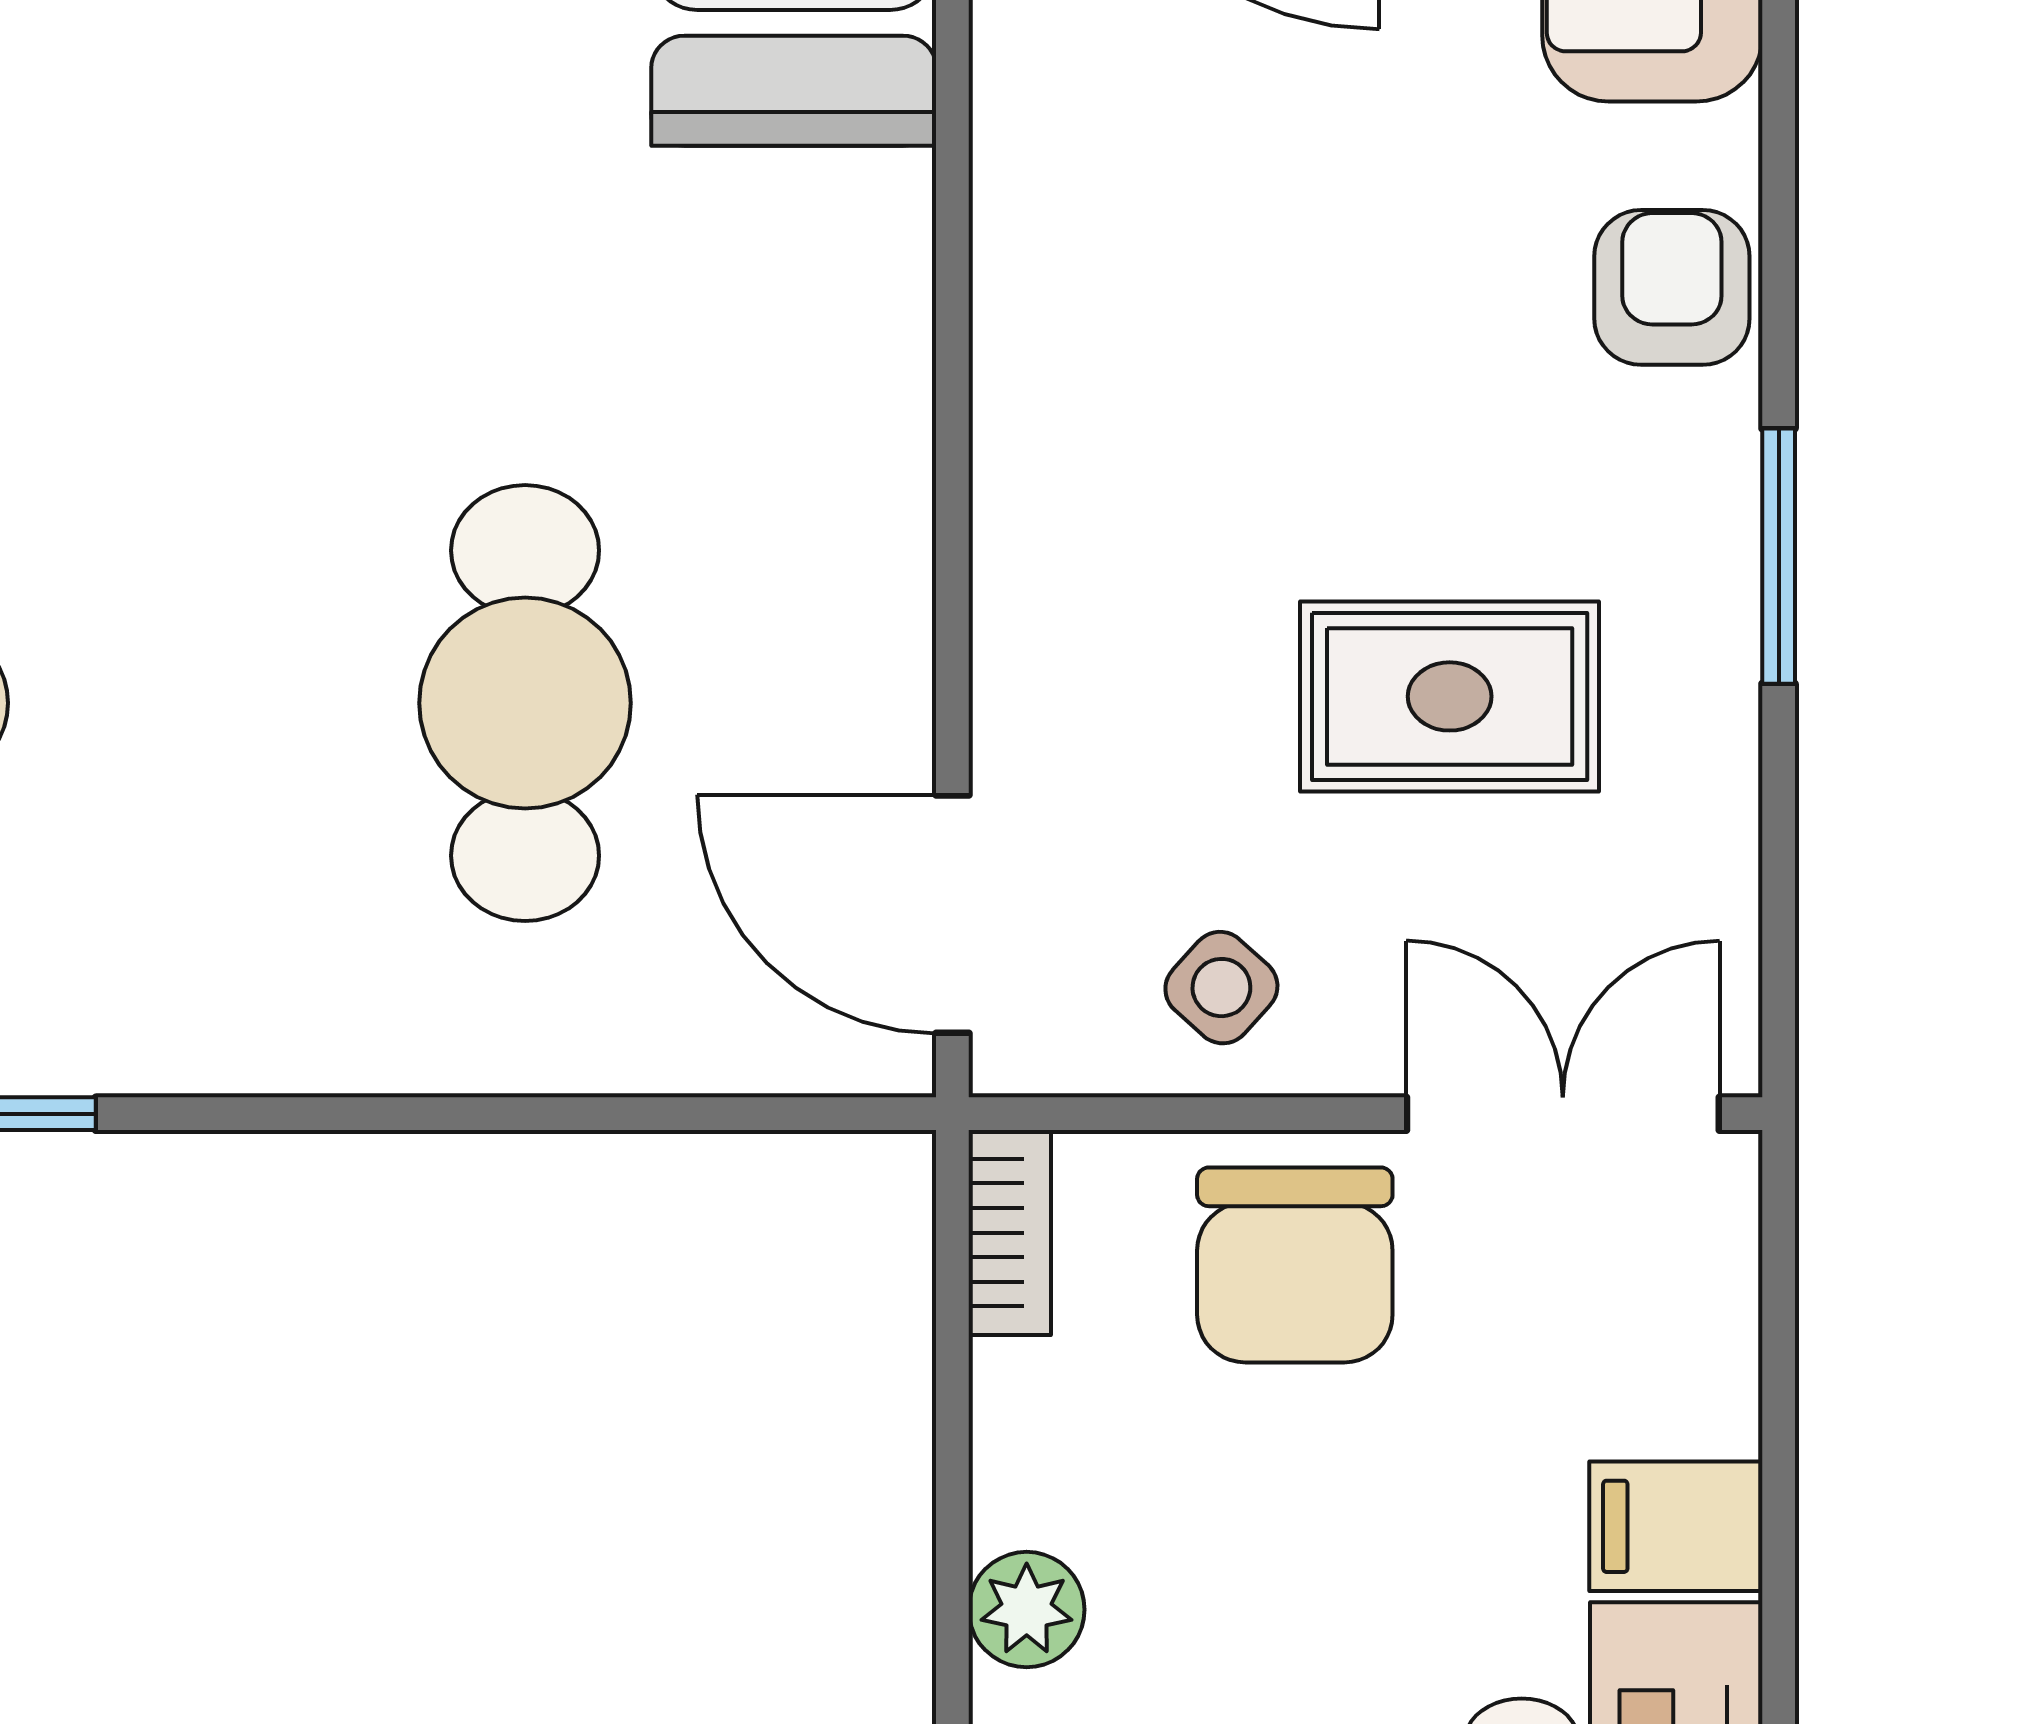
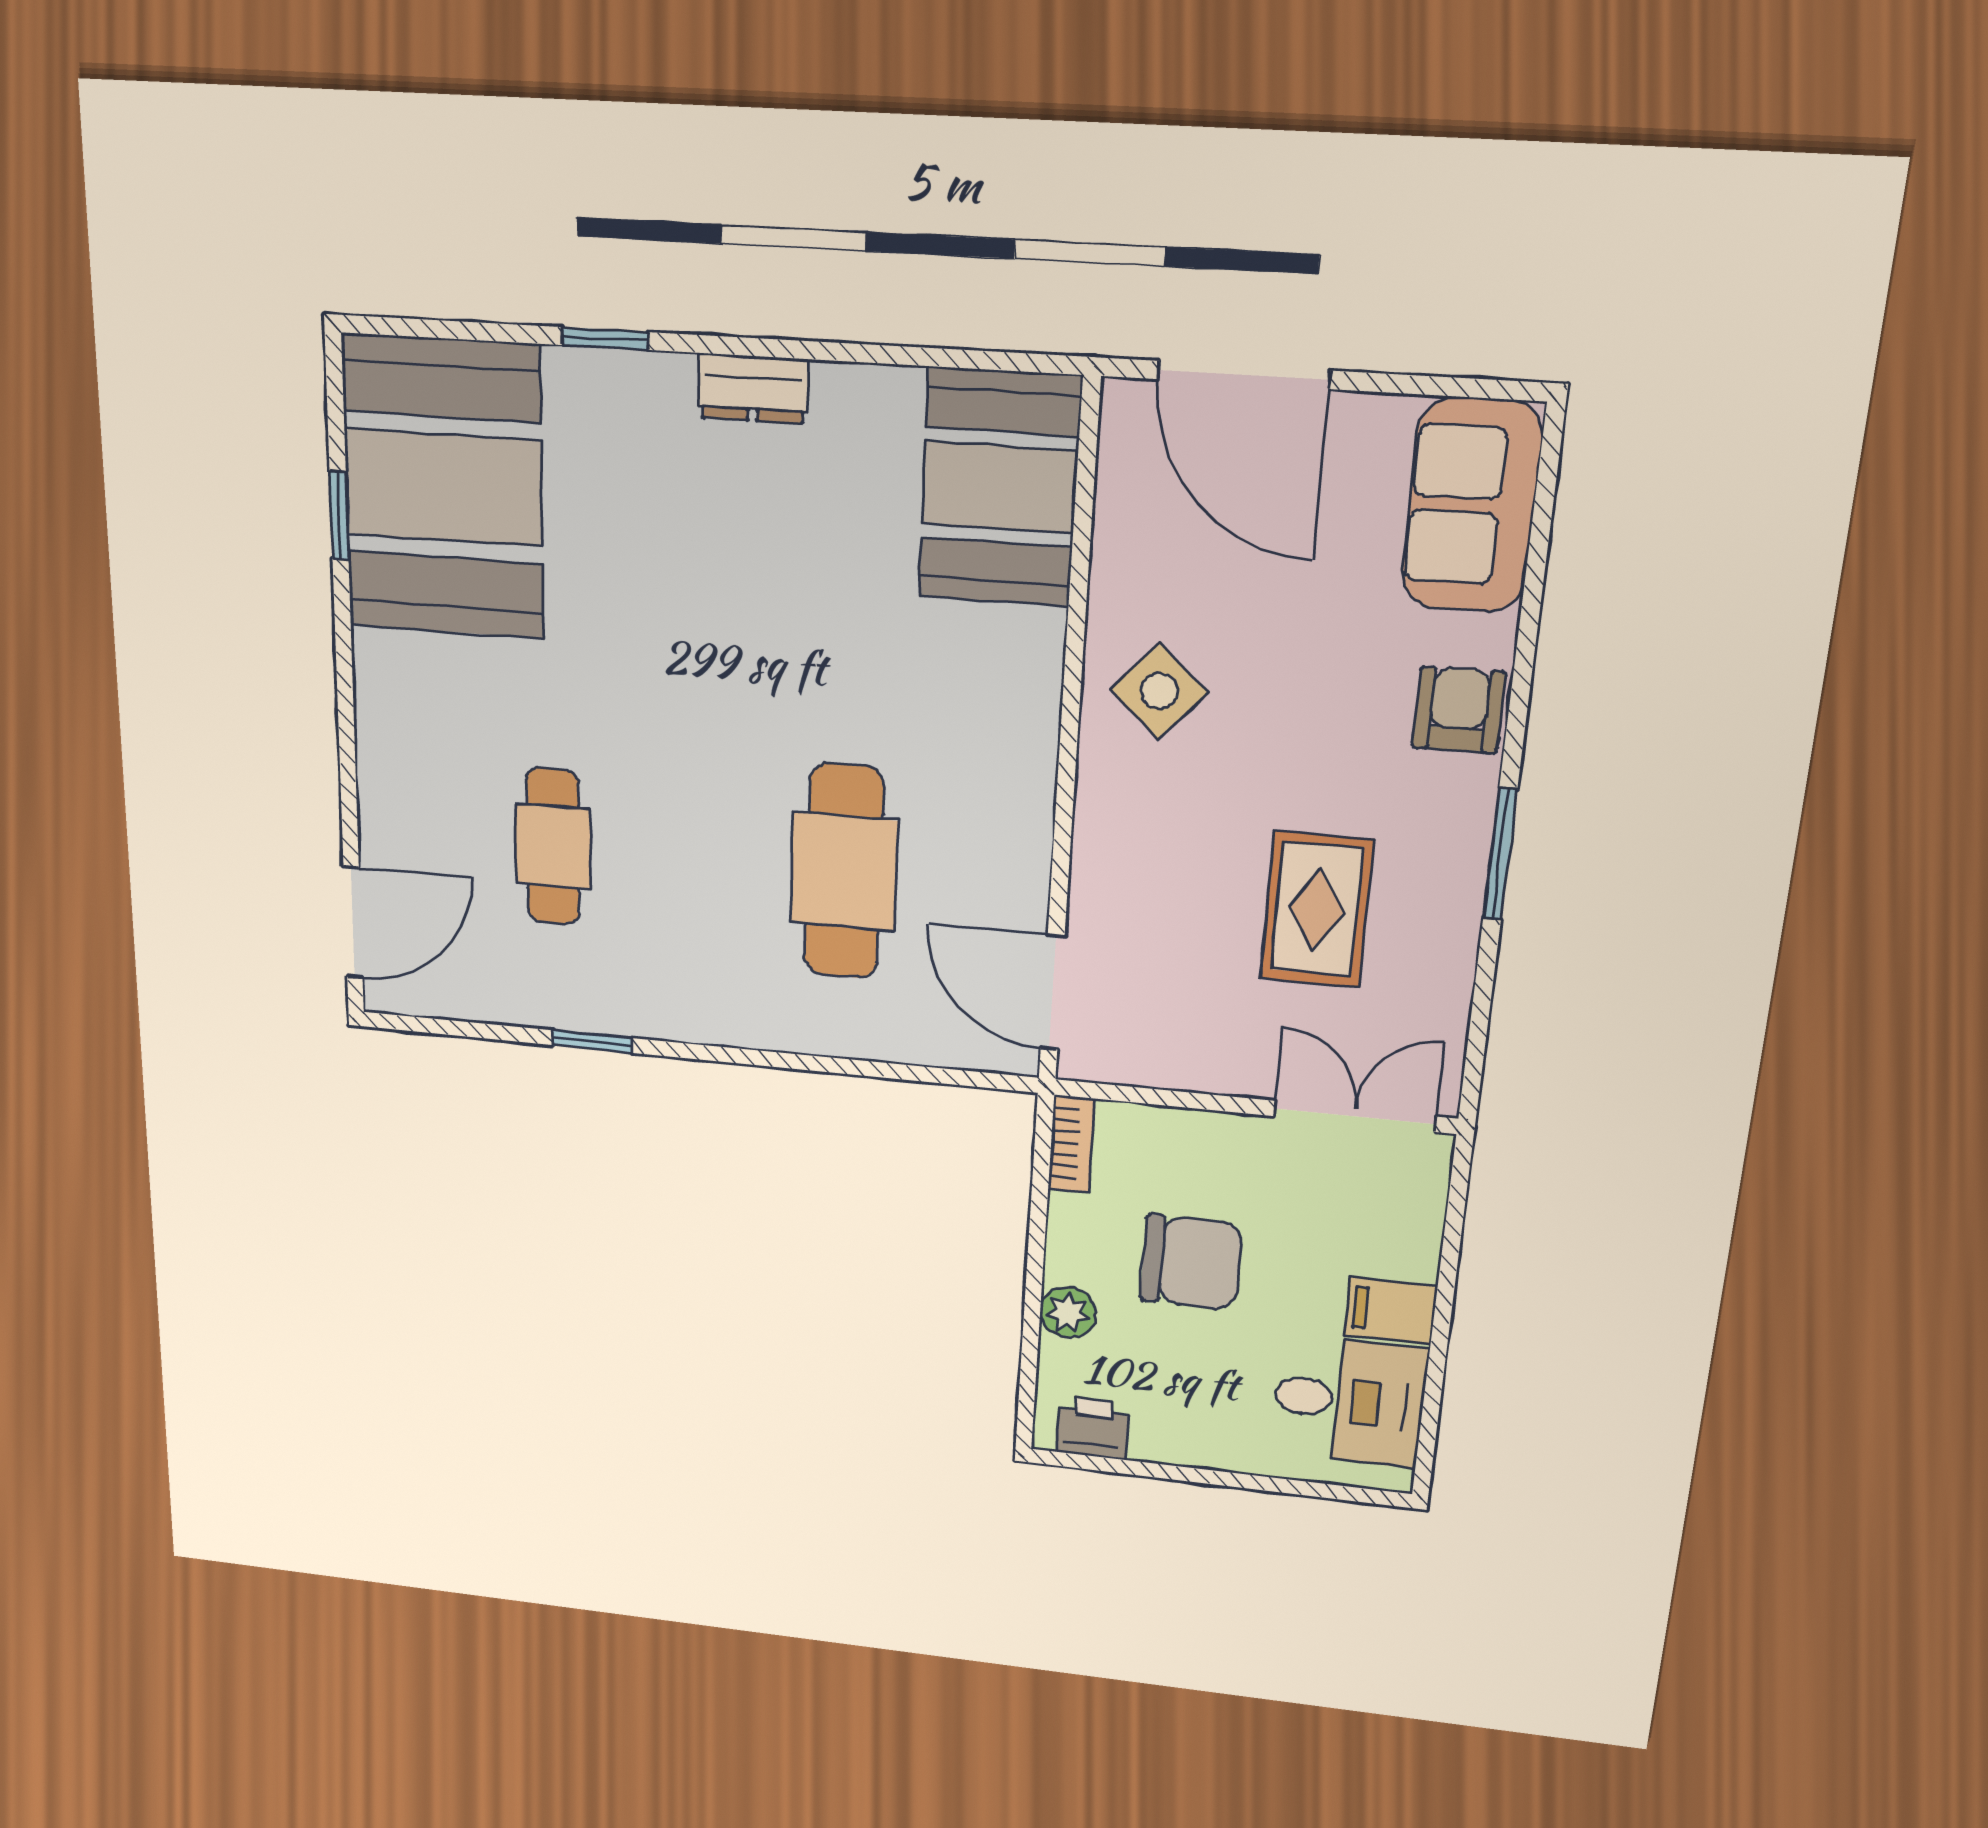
rug: (1450, 696) -> (1317, 910), turned 90
side table: (1221, 988) -> (1159, 691), moved, width x1.37, depth x1.37
chair: (1295, 1265) -> (1191, 1262), moved, turned -90

